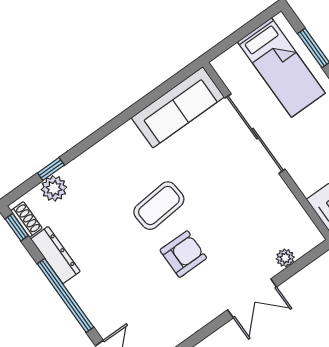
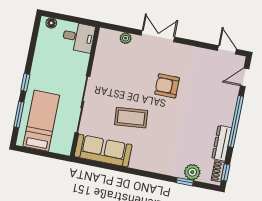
coffee table: (159, 206) -> (131, 118), moved

